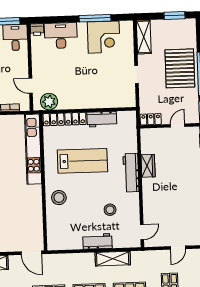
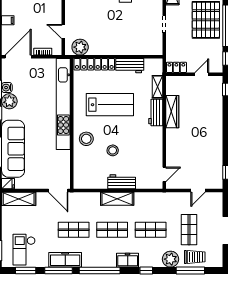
shelving: (132, 140) -> (158, 87), added
kitchen unit: (33, 149) -> (63, 104), width x1.36
wardrobe: (148, 166) -> (172, 112), width x1.50
workbench: (131, 173) -> (156, 113), width x0.73
stool: (110, 210) -> (113, 150), moved
shelving: (113, 259) -> (117, 199), moved

